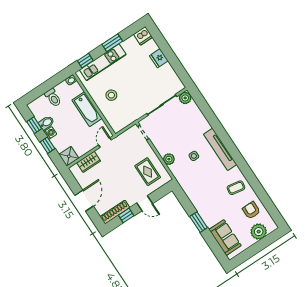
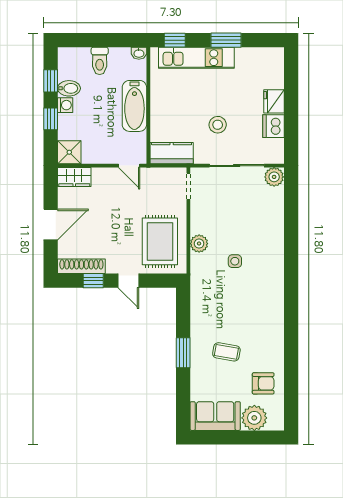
dishwasher: (143, 36) -> (274, 126), moved, turned 90
stool: (111, 95) -> (218, 125), moved
kitchen counter: (123, 121) -> (172, 153), added
door: (105, 142) -> (129, 166), swing flipped
tv unit: (220, 149) -> (275, 275), removed
wardrobe: (89, 162) -> (74, 177), moved
rug: (148, 172) -> (160, 241), width x1.36, depth x1.43
coffee table: (236, 188) -> (226, 352), moved
armchair: (251, 210) -> (263, 383), turned 90
sofa: (225, 238) -> (215, 416), moved, turned -90

